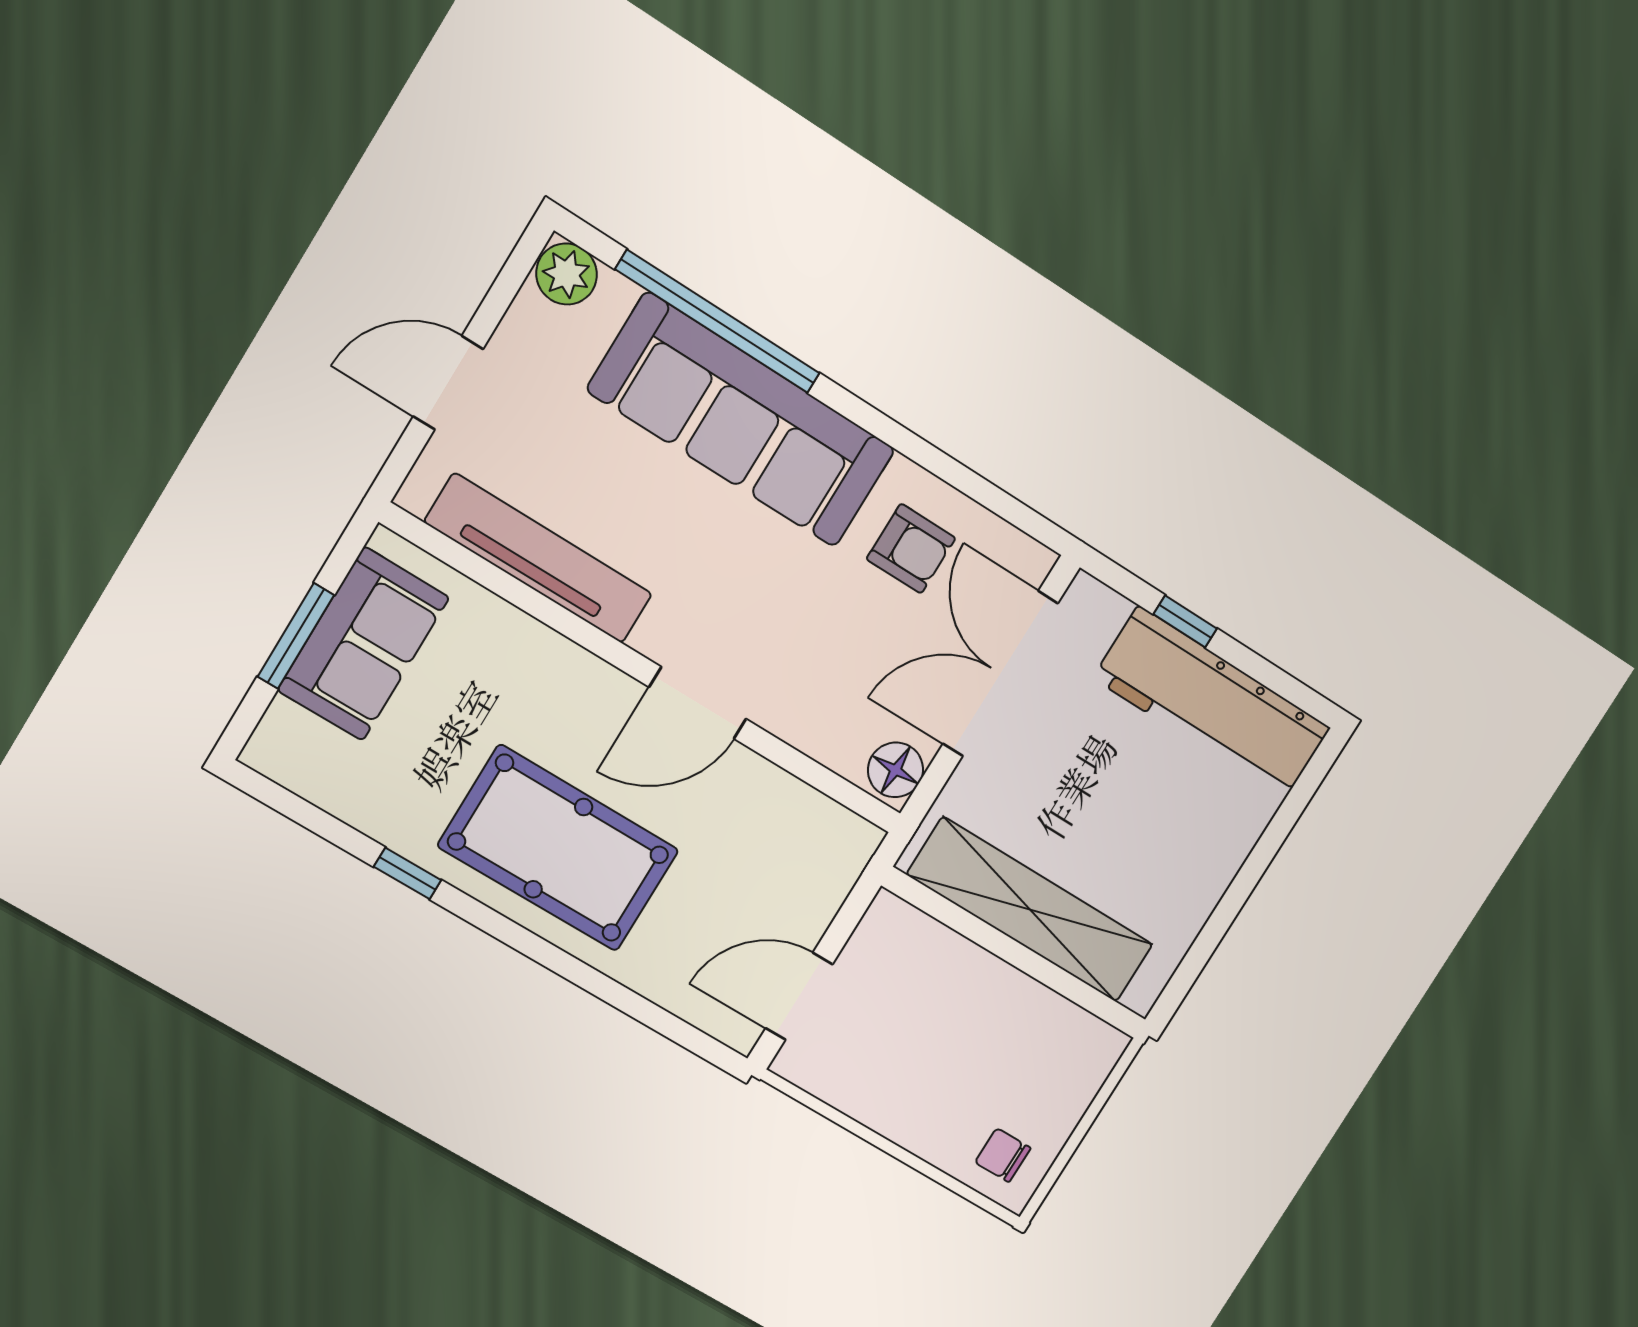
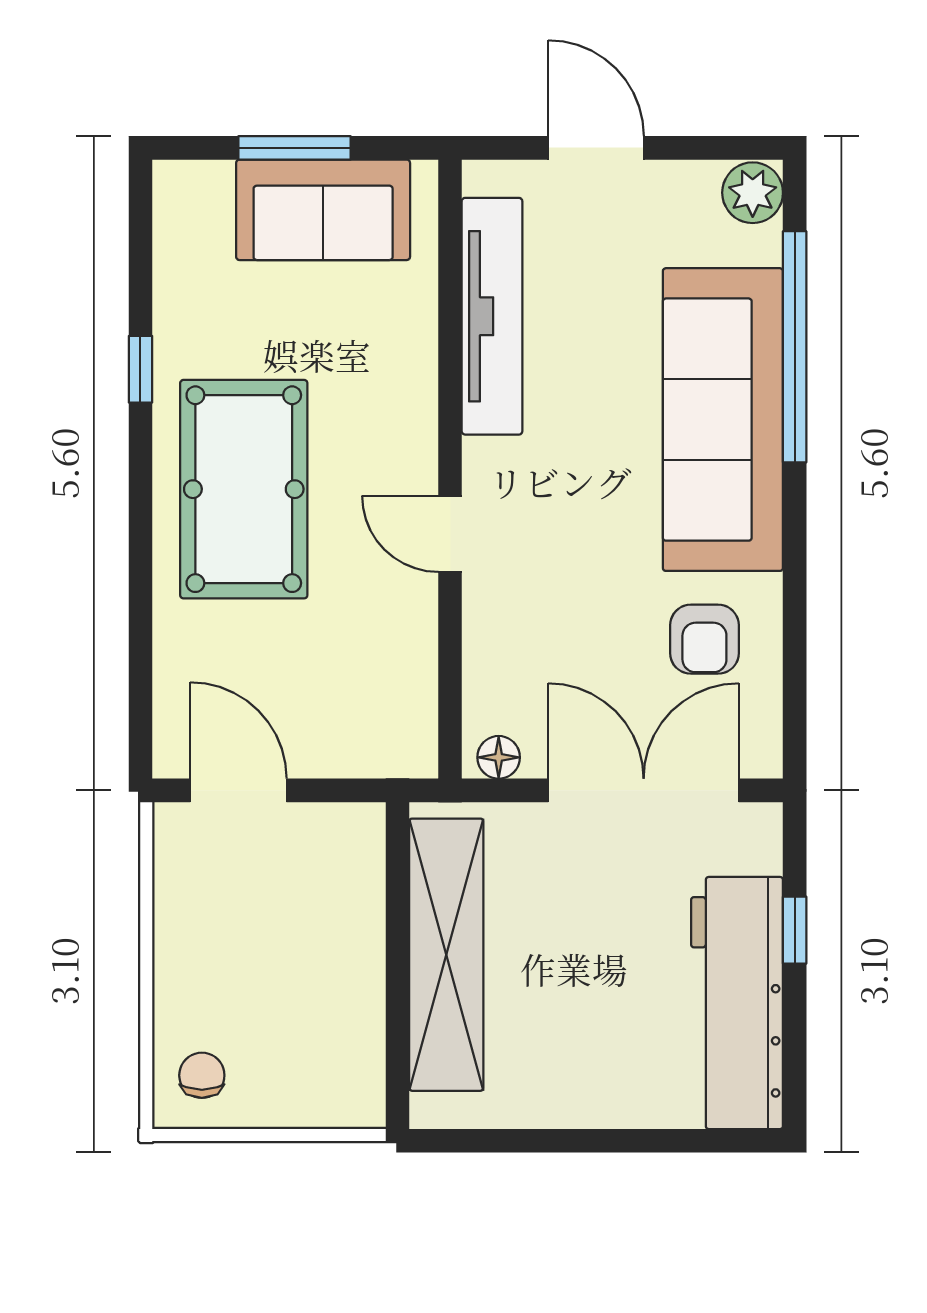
door: (698, 703) -> (450, 534), width x0.73
floor lamp: (896, 770) -> (499, 757), width x0.73, depth x0.73

